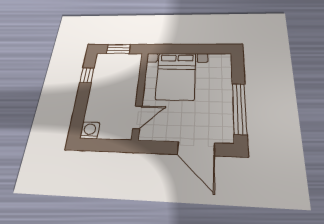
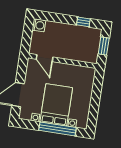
bed with nightstands: (176, 76) -> (56, 105), moved, turned 90
window: (239, 108) -> (57, 129), moved

